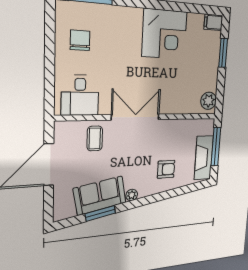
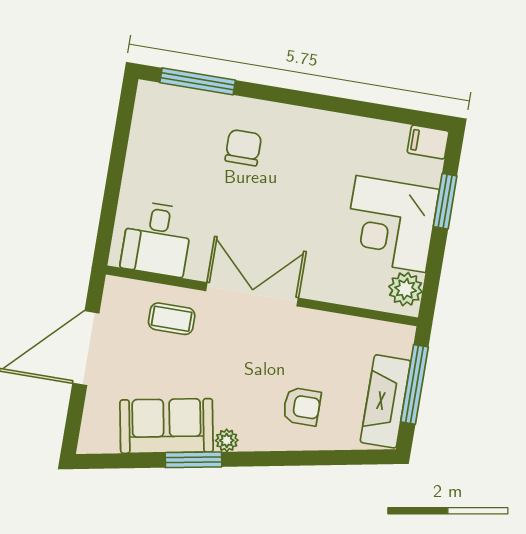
corner desk: (165, 34) -> (391, 224), moved, turned 90
chair: (80, 40) -> (243, 148), moved
coffee table: (95, 138) -> (172, 319), turned 90
window: (100, 213) -> (193, 460), moved

